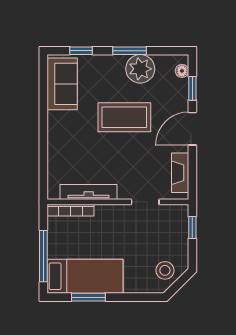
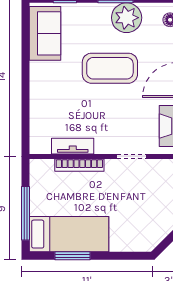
tv unit: (89, 192) -> (73, 146), width x0.71
bookcase: (71, 210) -> (79, 165), moved
stool: (165, 270) -> (152, 228), removed

